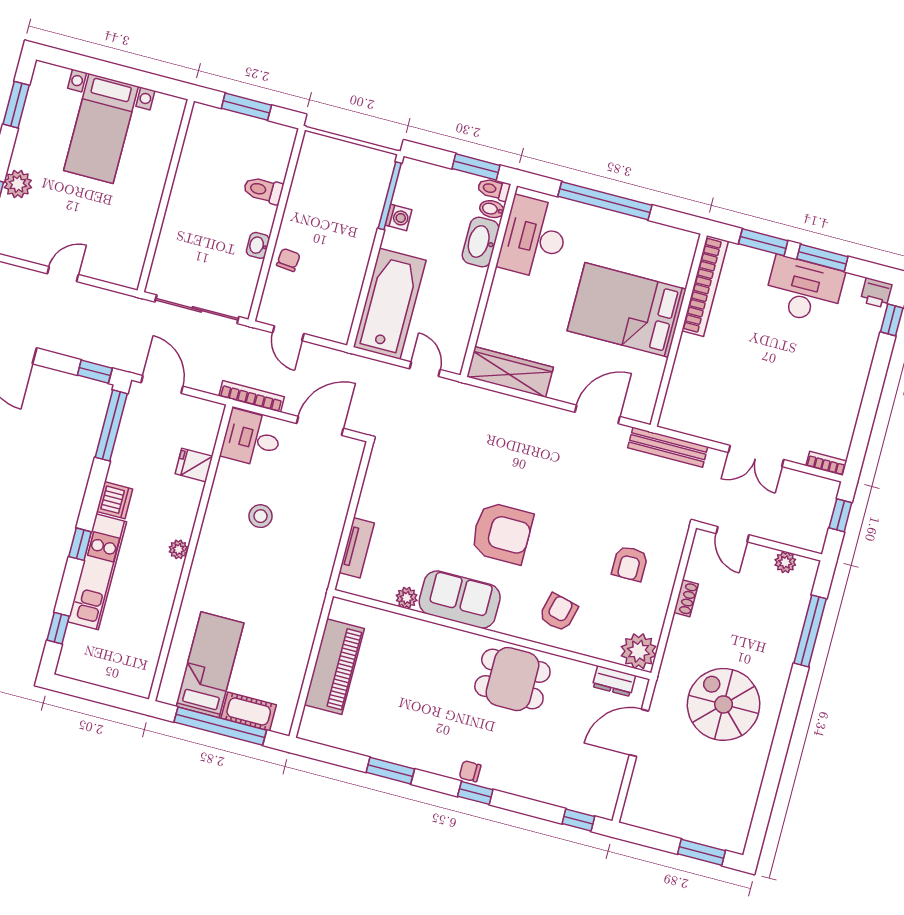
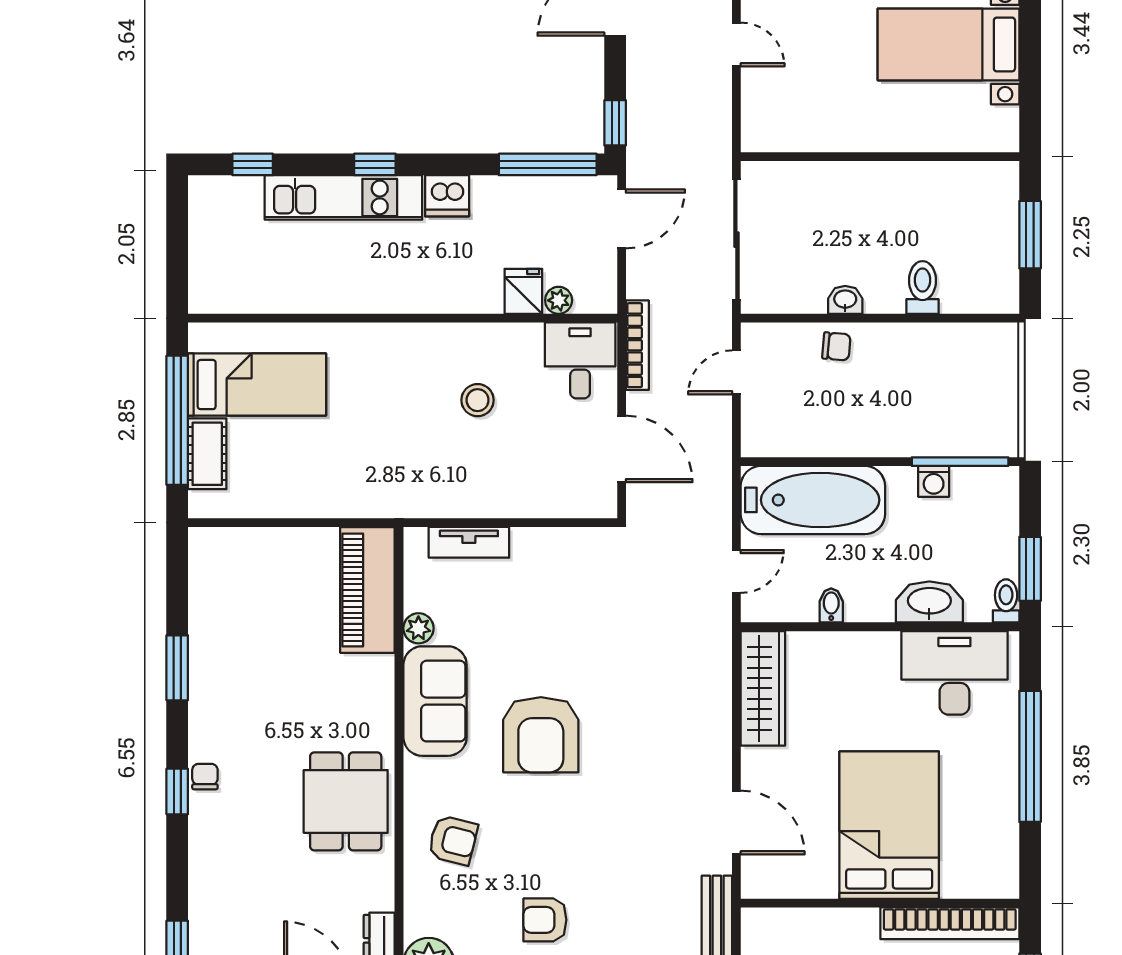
bidet: (492, 209) -> (831, 605), moved
plant: (178, 549) -> (559, 300), moved
piano: (334, 667) -> (367, 590), moved, turned 90

